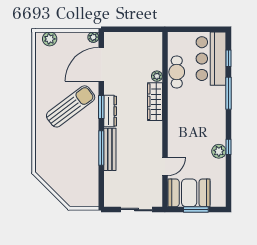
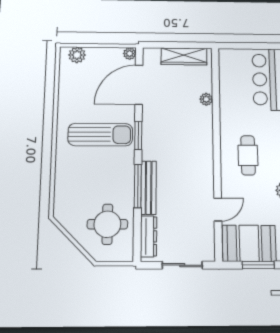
cafe table: (177, 72) -> (248, 155), moved
wardrobe: (155, 102) -> (184, 56), moved, turned -90
sun lounger: (71, 106) -> (100, 135), turned 37
dresser: (110, 111) -> (149, 236), moved
round table: (78, 178) -> (107, 224), added

